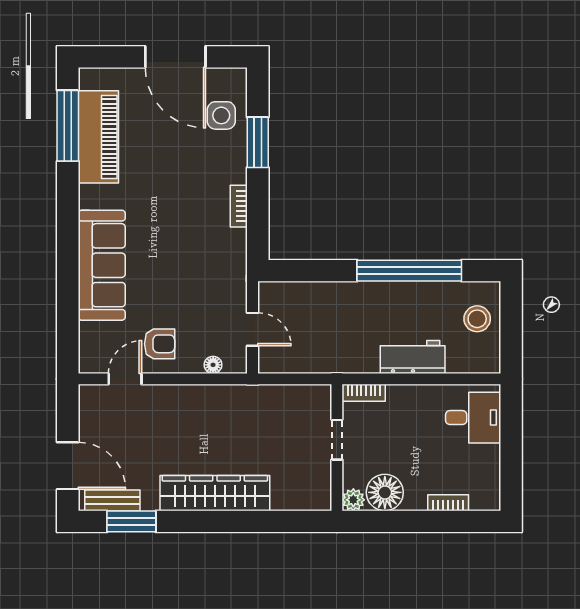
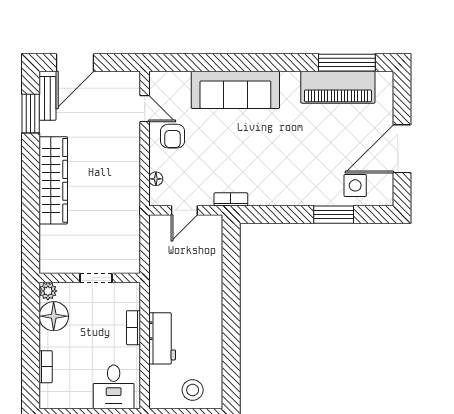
bookcase: (239, 206) -> (231, 199), moved
window: (409, 271) -> (231, 336), removed
bookcase: (364, 393) -> (133, 328), moved

